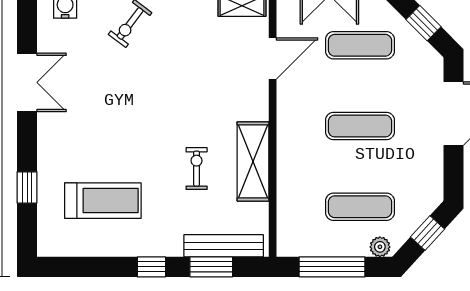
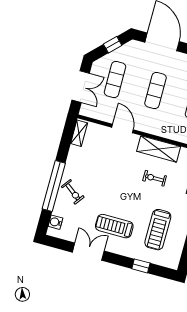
door: (273, 58) -> (123, 129), moved
treadmill: (87, 118) -> (114, 226), added
treadmill: (103, 201) -> (158, 230), turned 180

